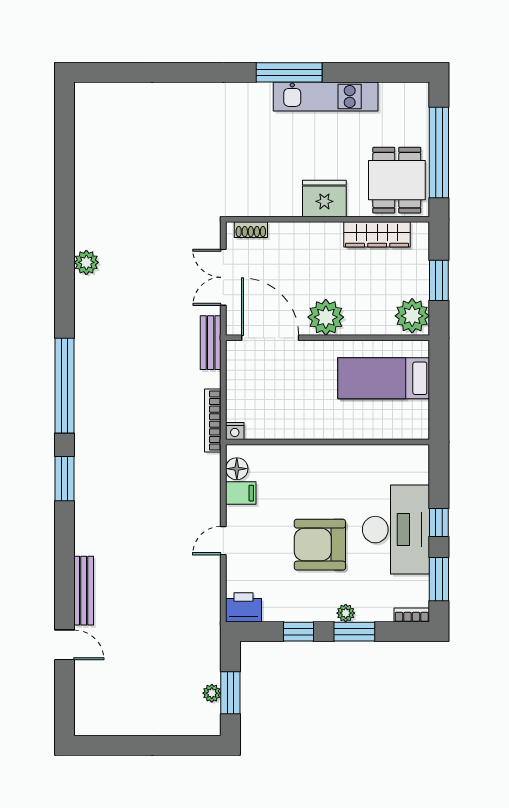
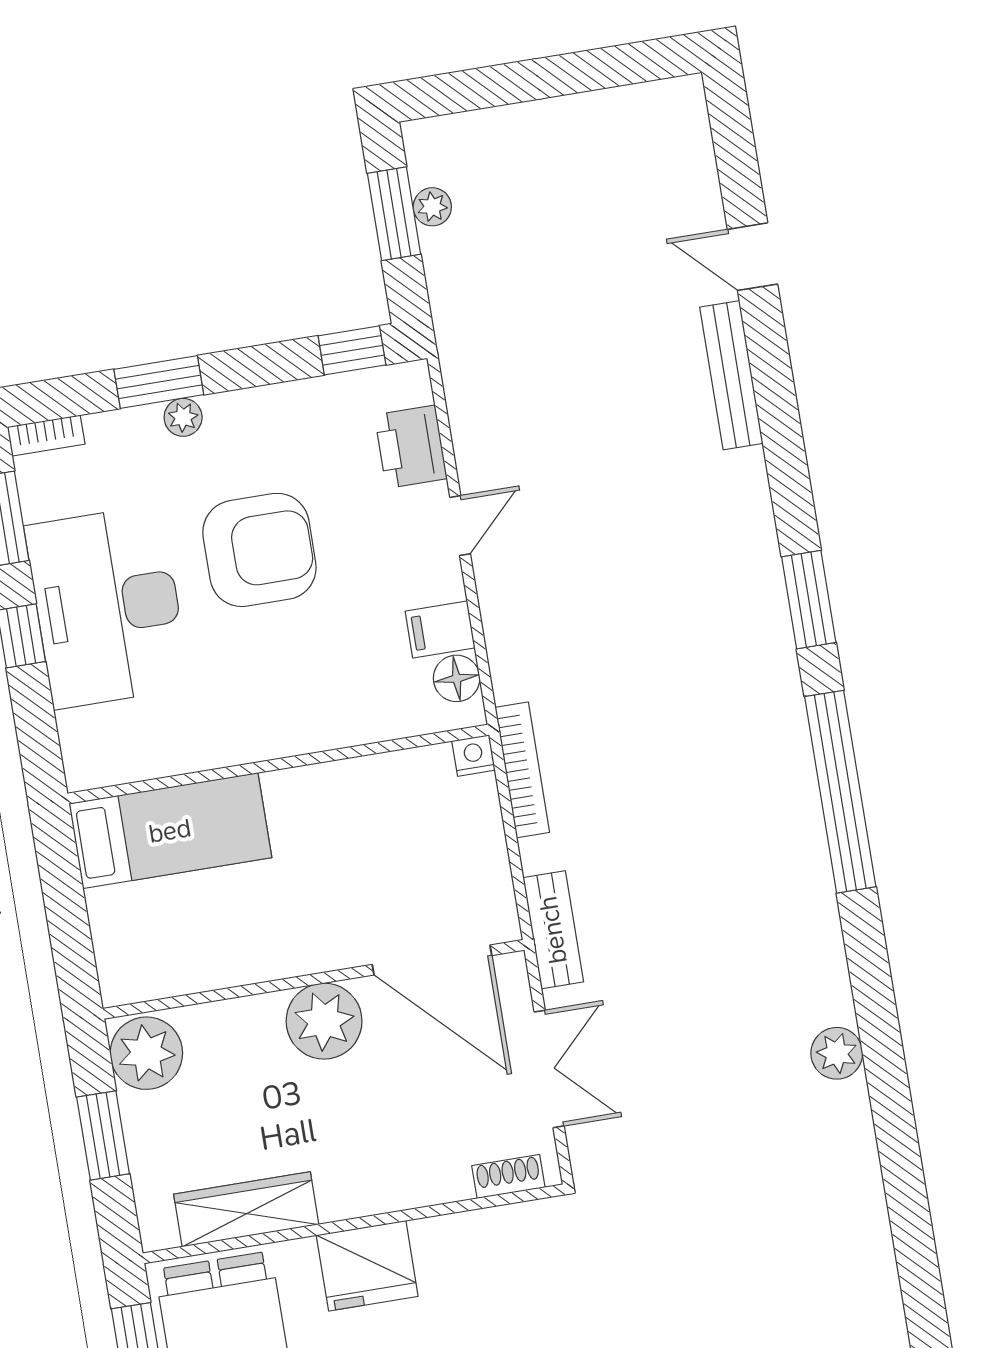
bed: (384, 378) -> (170, 831), moved
printer: (244, 607) -> (411, 447), moved, turned 90
window: (298, 632) -> (352, 350), moved

